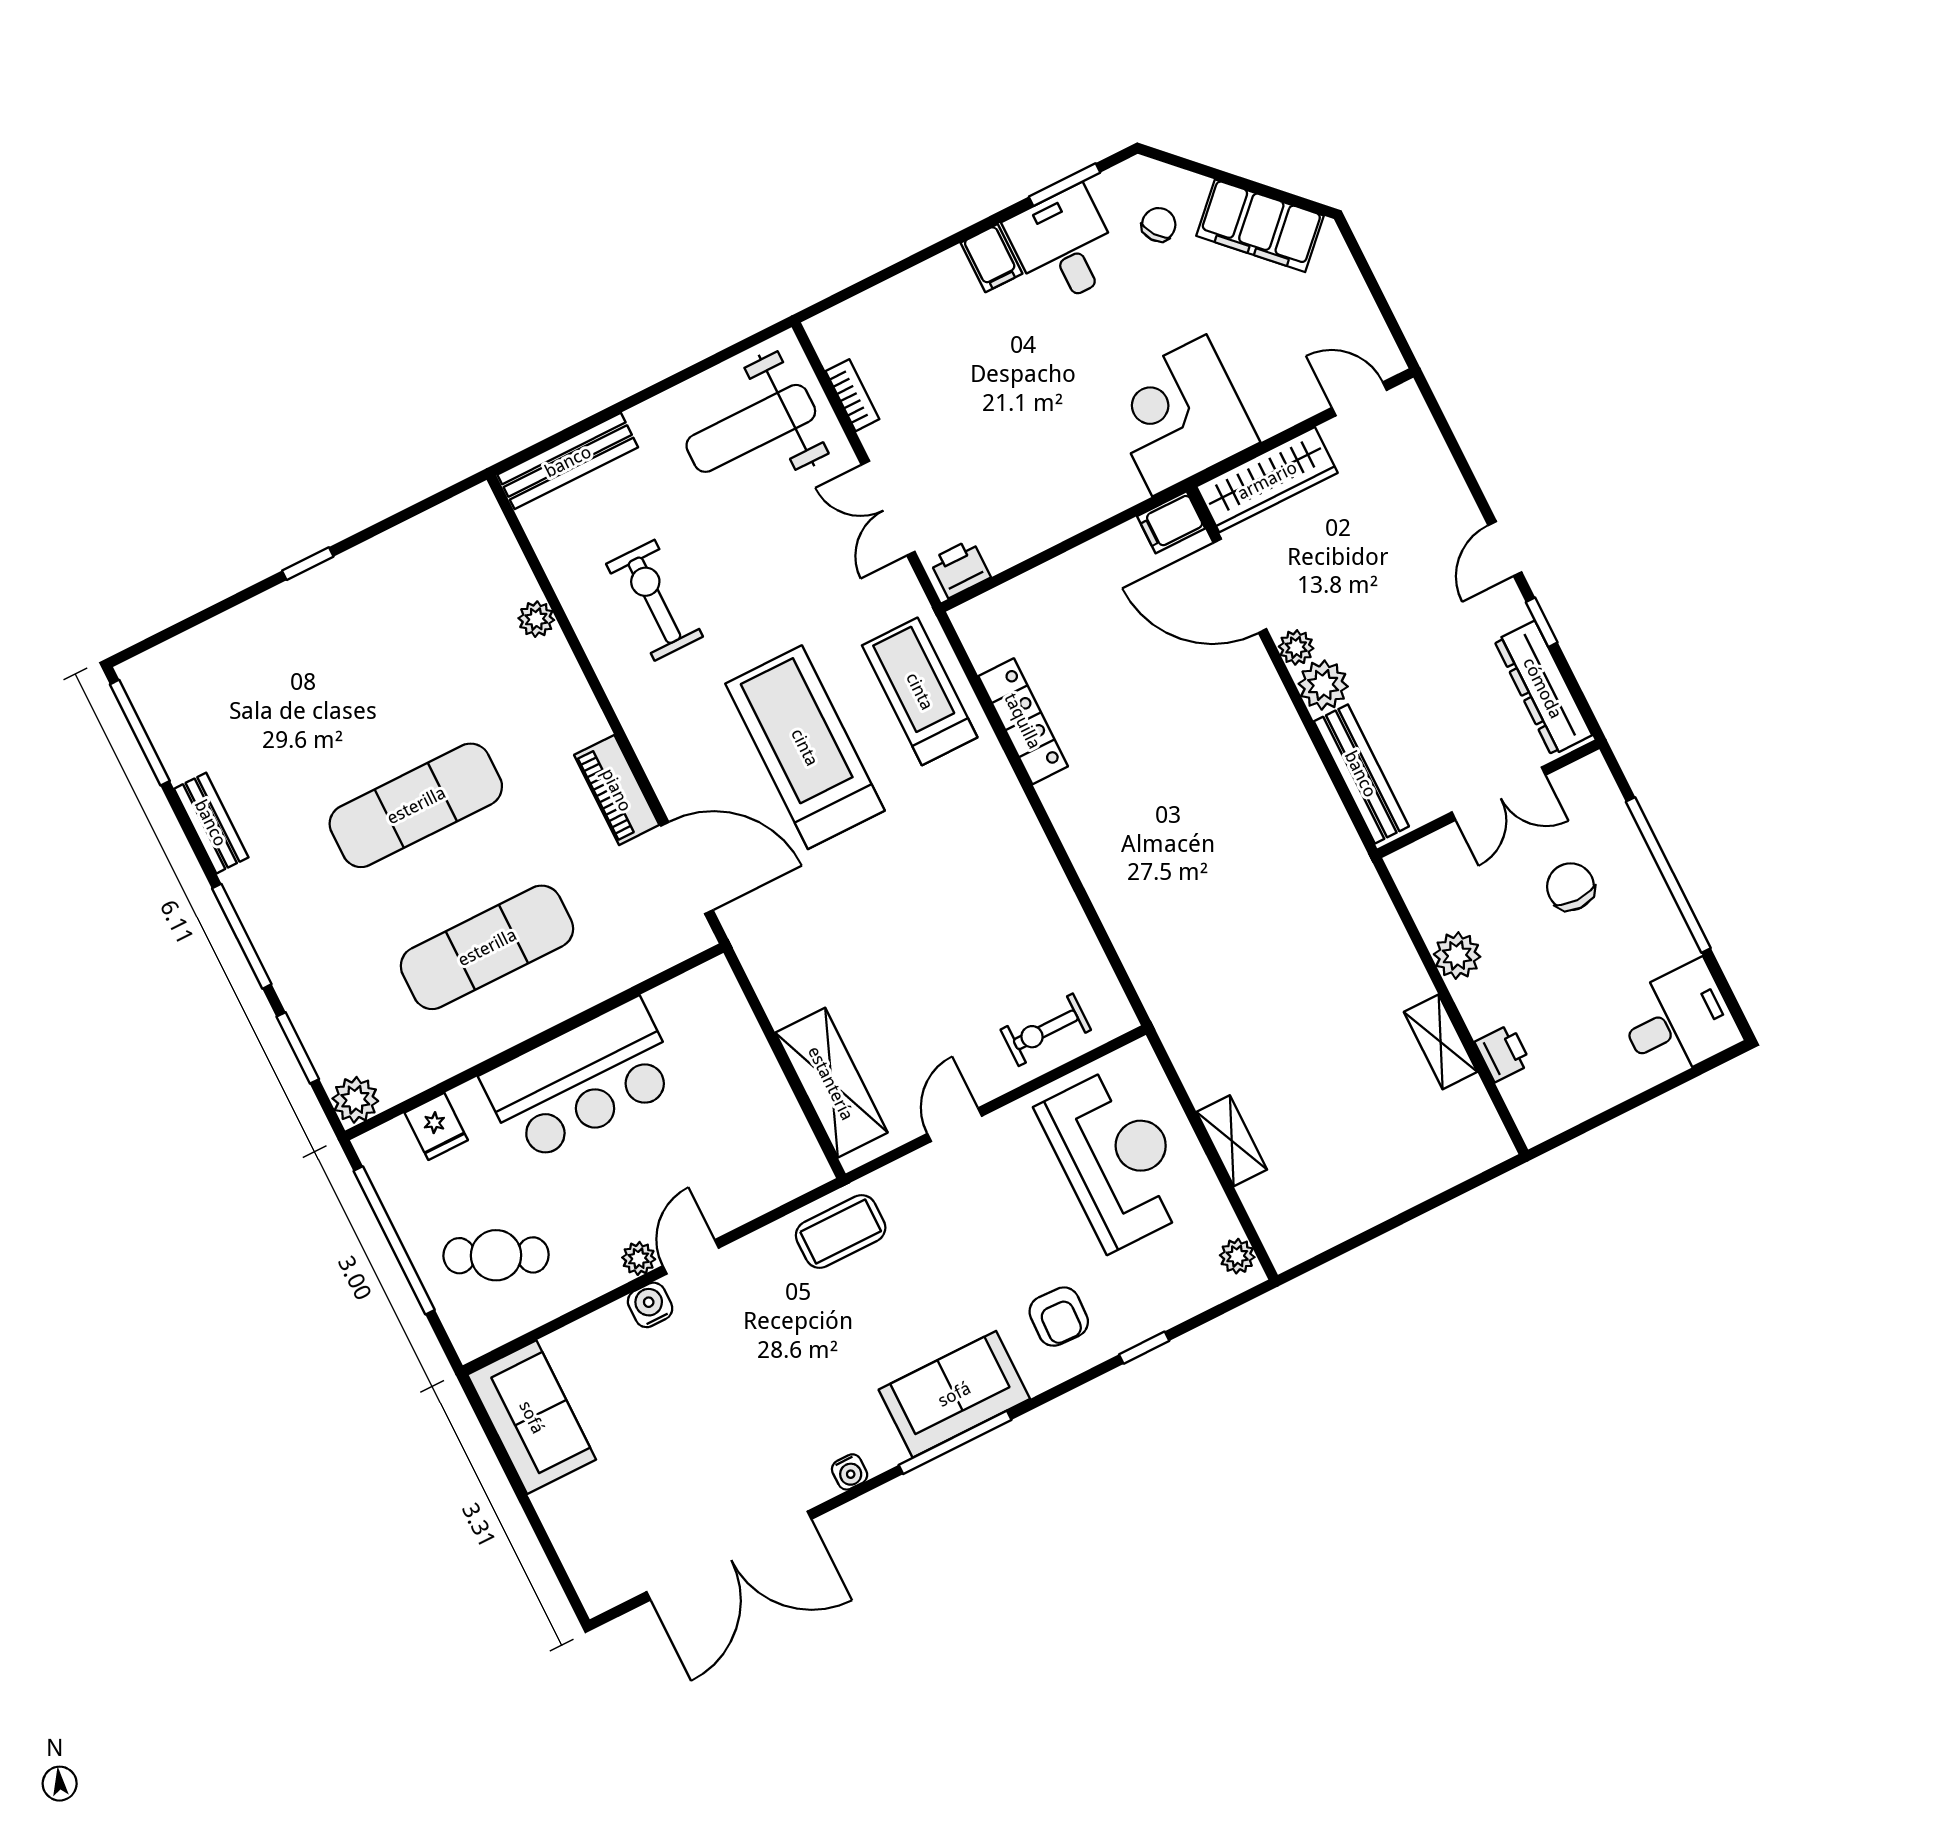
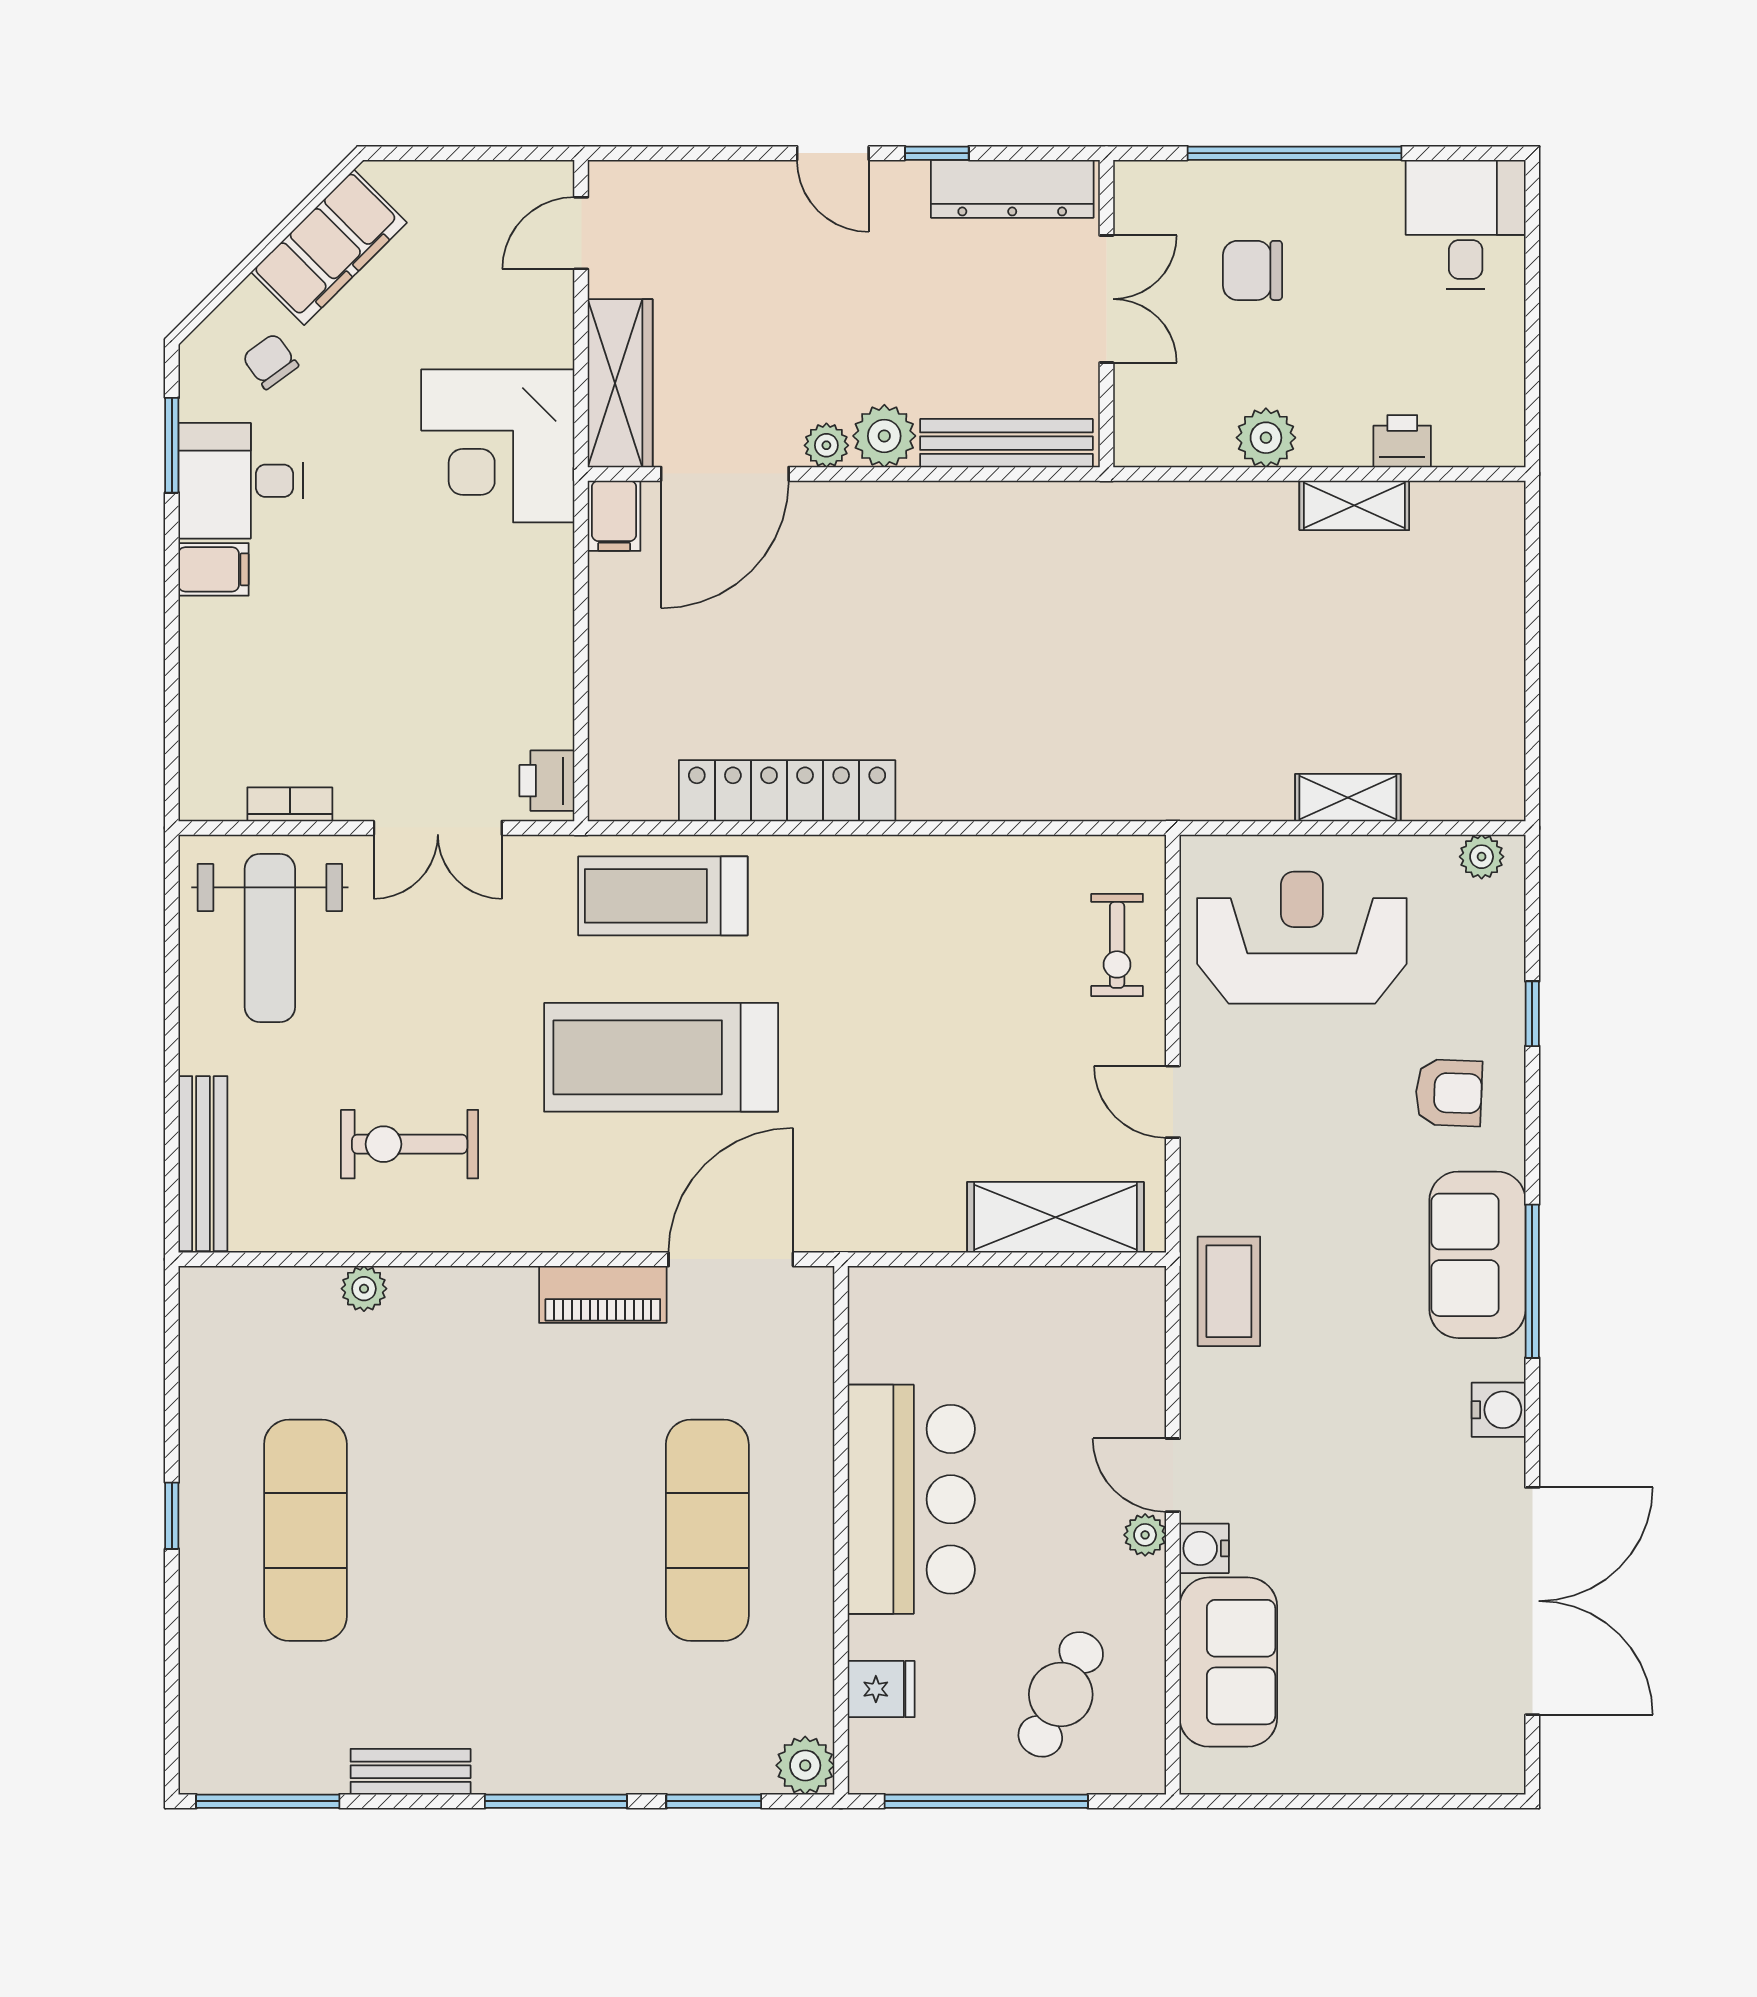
locker: (1023, 721) -> (787, 791), width x1.41, depth x1.21
exercise mat: (416, 805) -> (305, 1530), moved
sofa: (532, 1417) -> (1228, 1662), moved, turned 90
water cooler: (850, 1472) -> (1499, 1410), width x1.38, depth x1.38

